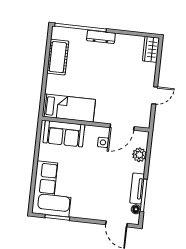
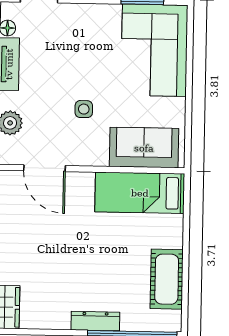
door: (122, 127) -> (44, 168), swing flipped
side table: (103, 142) -> (84, 109), moved

